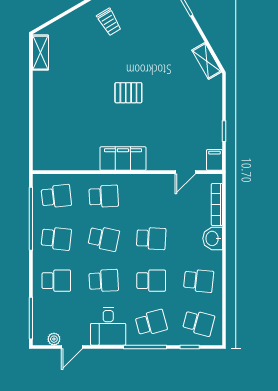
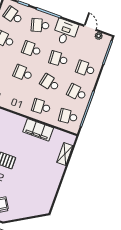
shelving: (40, 53) -> (65, 154), moved
filing cabinet: (123, 159) -> (38, 130), moved
door: (72, 347) -> (90, 28), hinge flipped

